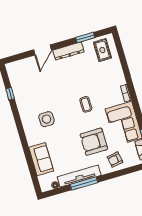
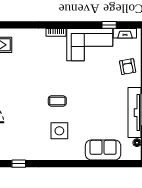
coffee table: (86, 104) -> (57, 101), moved
armchair: (94, 142) -> (100, 85), removed

